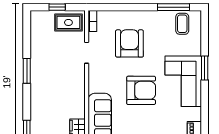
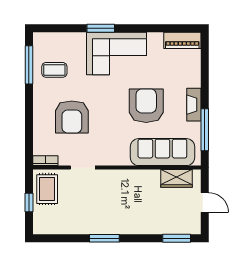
coffee table: (182, 24) -> (54, 70), moved
armchair: (129, 43) -> (72, 117), turned -90
armchair: (141, 90) -> (146, 106), moved

